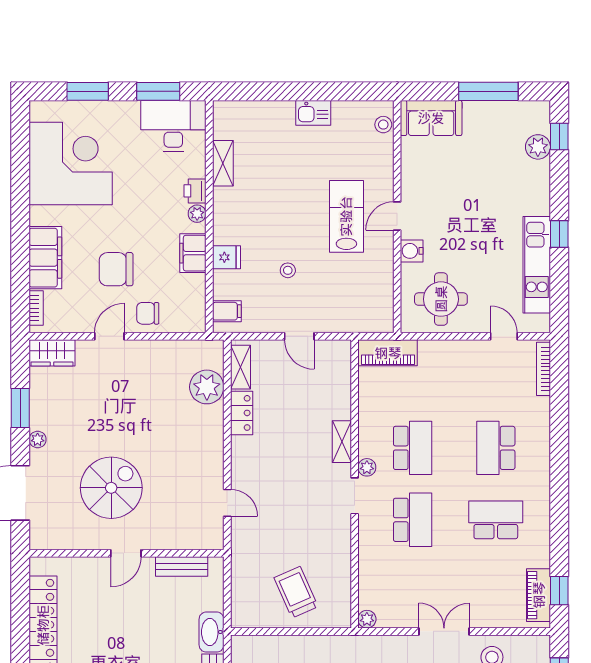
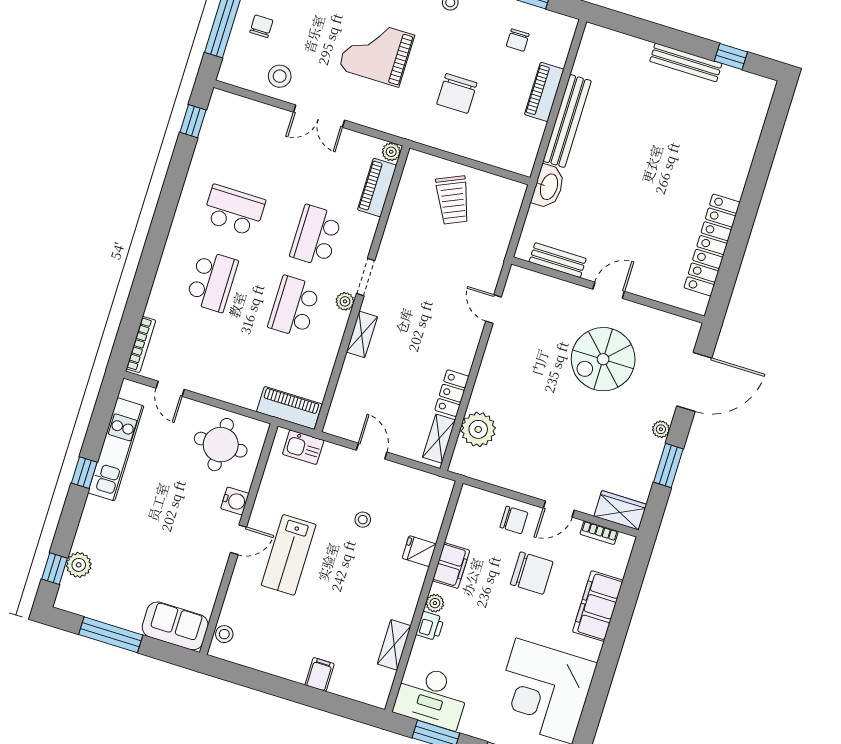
kitchen sink: (313, 113) -> (303, 447), moved, turned 180
bookcase: (36, 308) -> (599, 533), moved, turned -90
filing cabinet: (227, 311) -> (320, 674), moved, turned 90
school desk: (496, 520) -> (234, 210), turned 180
piano: (539, 595) -> (377, 188), moved, turned 180

